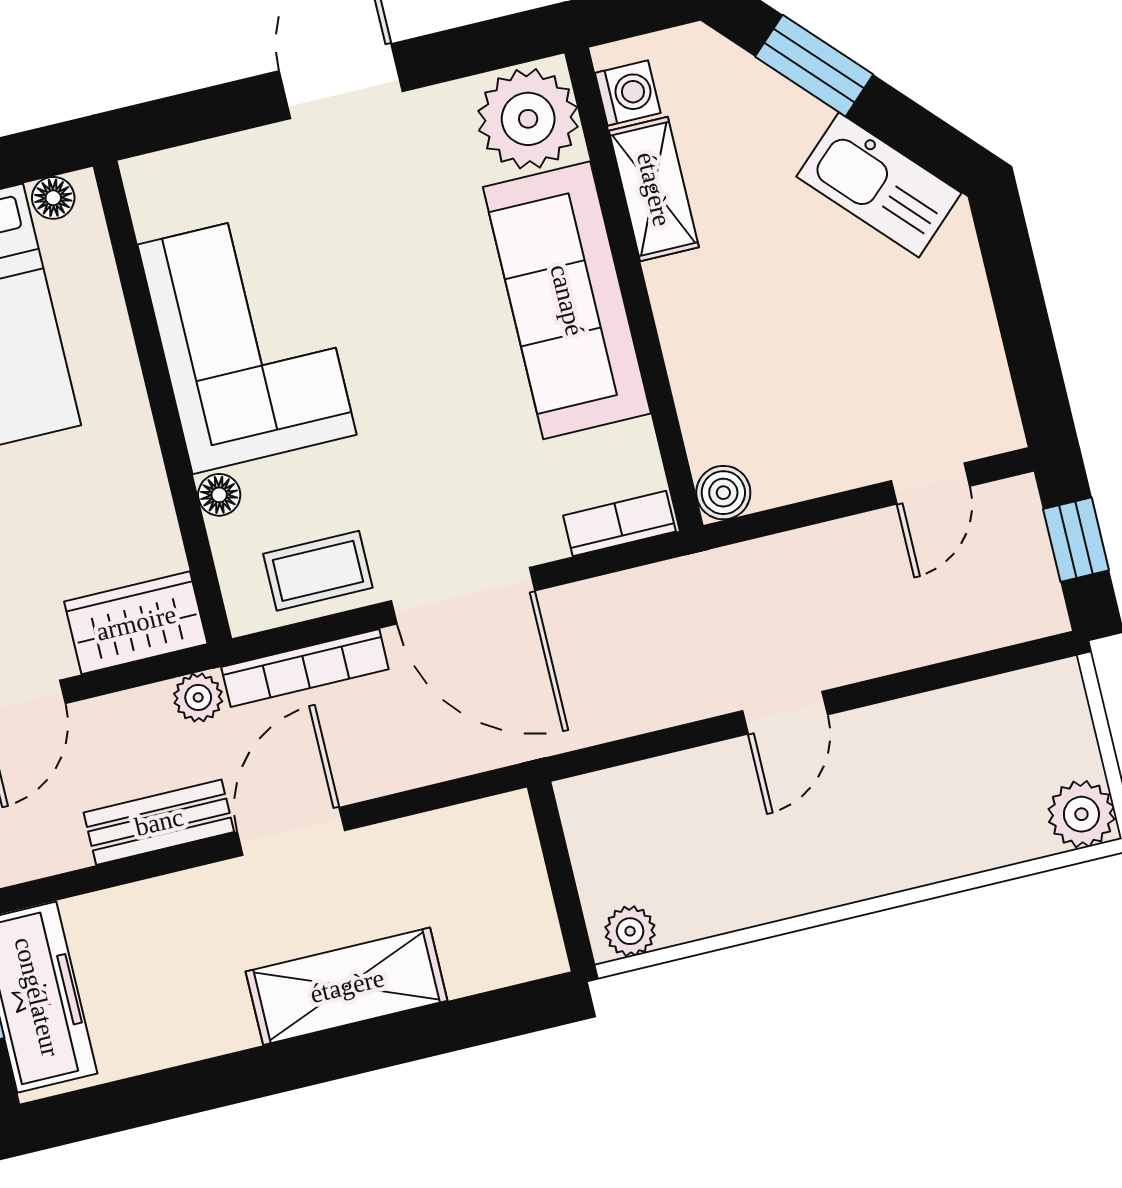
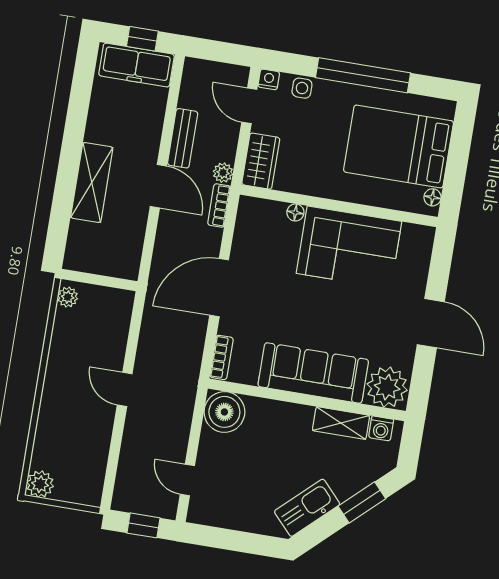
boiler: (723, 493) -> (224, 412), width x1.86, depth x1.86
coffee table: (318, 571) -> (251, 237), removed
bookcase: (305, 668) -> (219, 205), width x0.64

